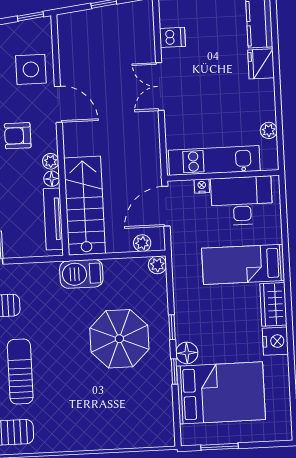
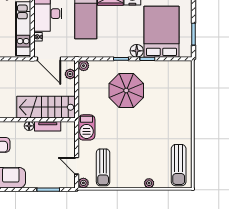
plant: (51, 161) -> (19, 126), removed
tv unit: (53, 219) -> (48, 126), width x0.71
barbecue: (81, 274) -> (87, 127), moved
sun lounger: (20, 372) -> (143, 150), removed

